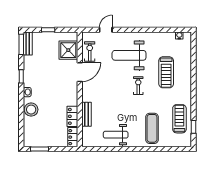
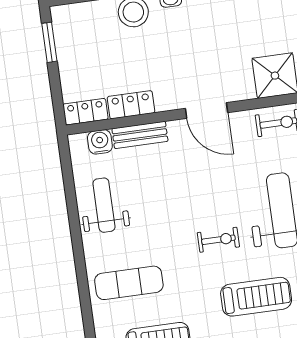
door: (80, 72) -> (207, 111), moved
treadmill: (166, 72) -> (256, 297), turned 180
water cooler: (87, 133) -> (100, 142), added

